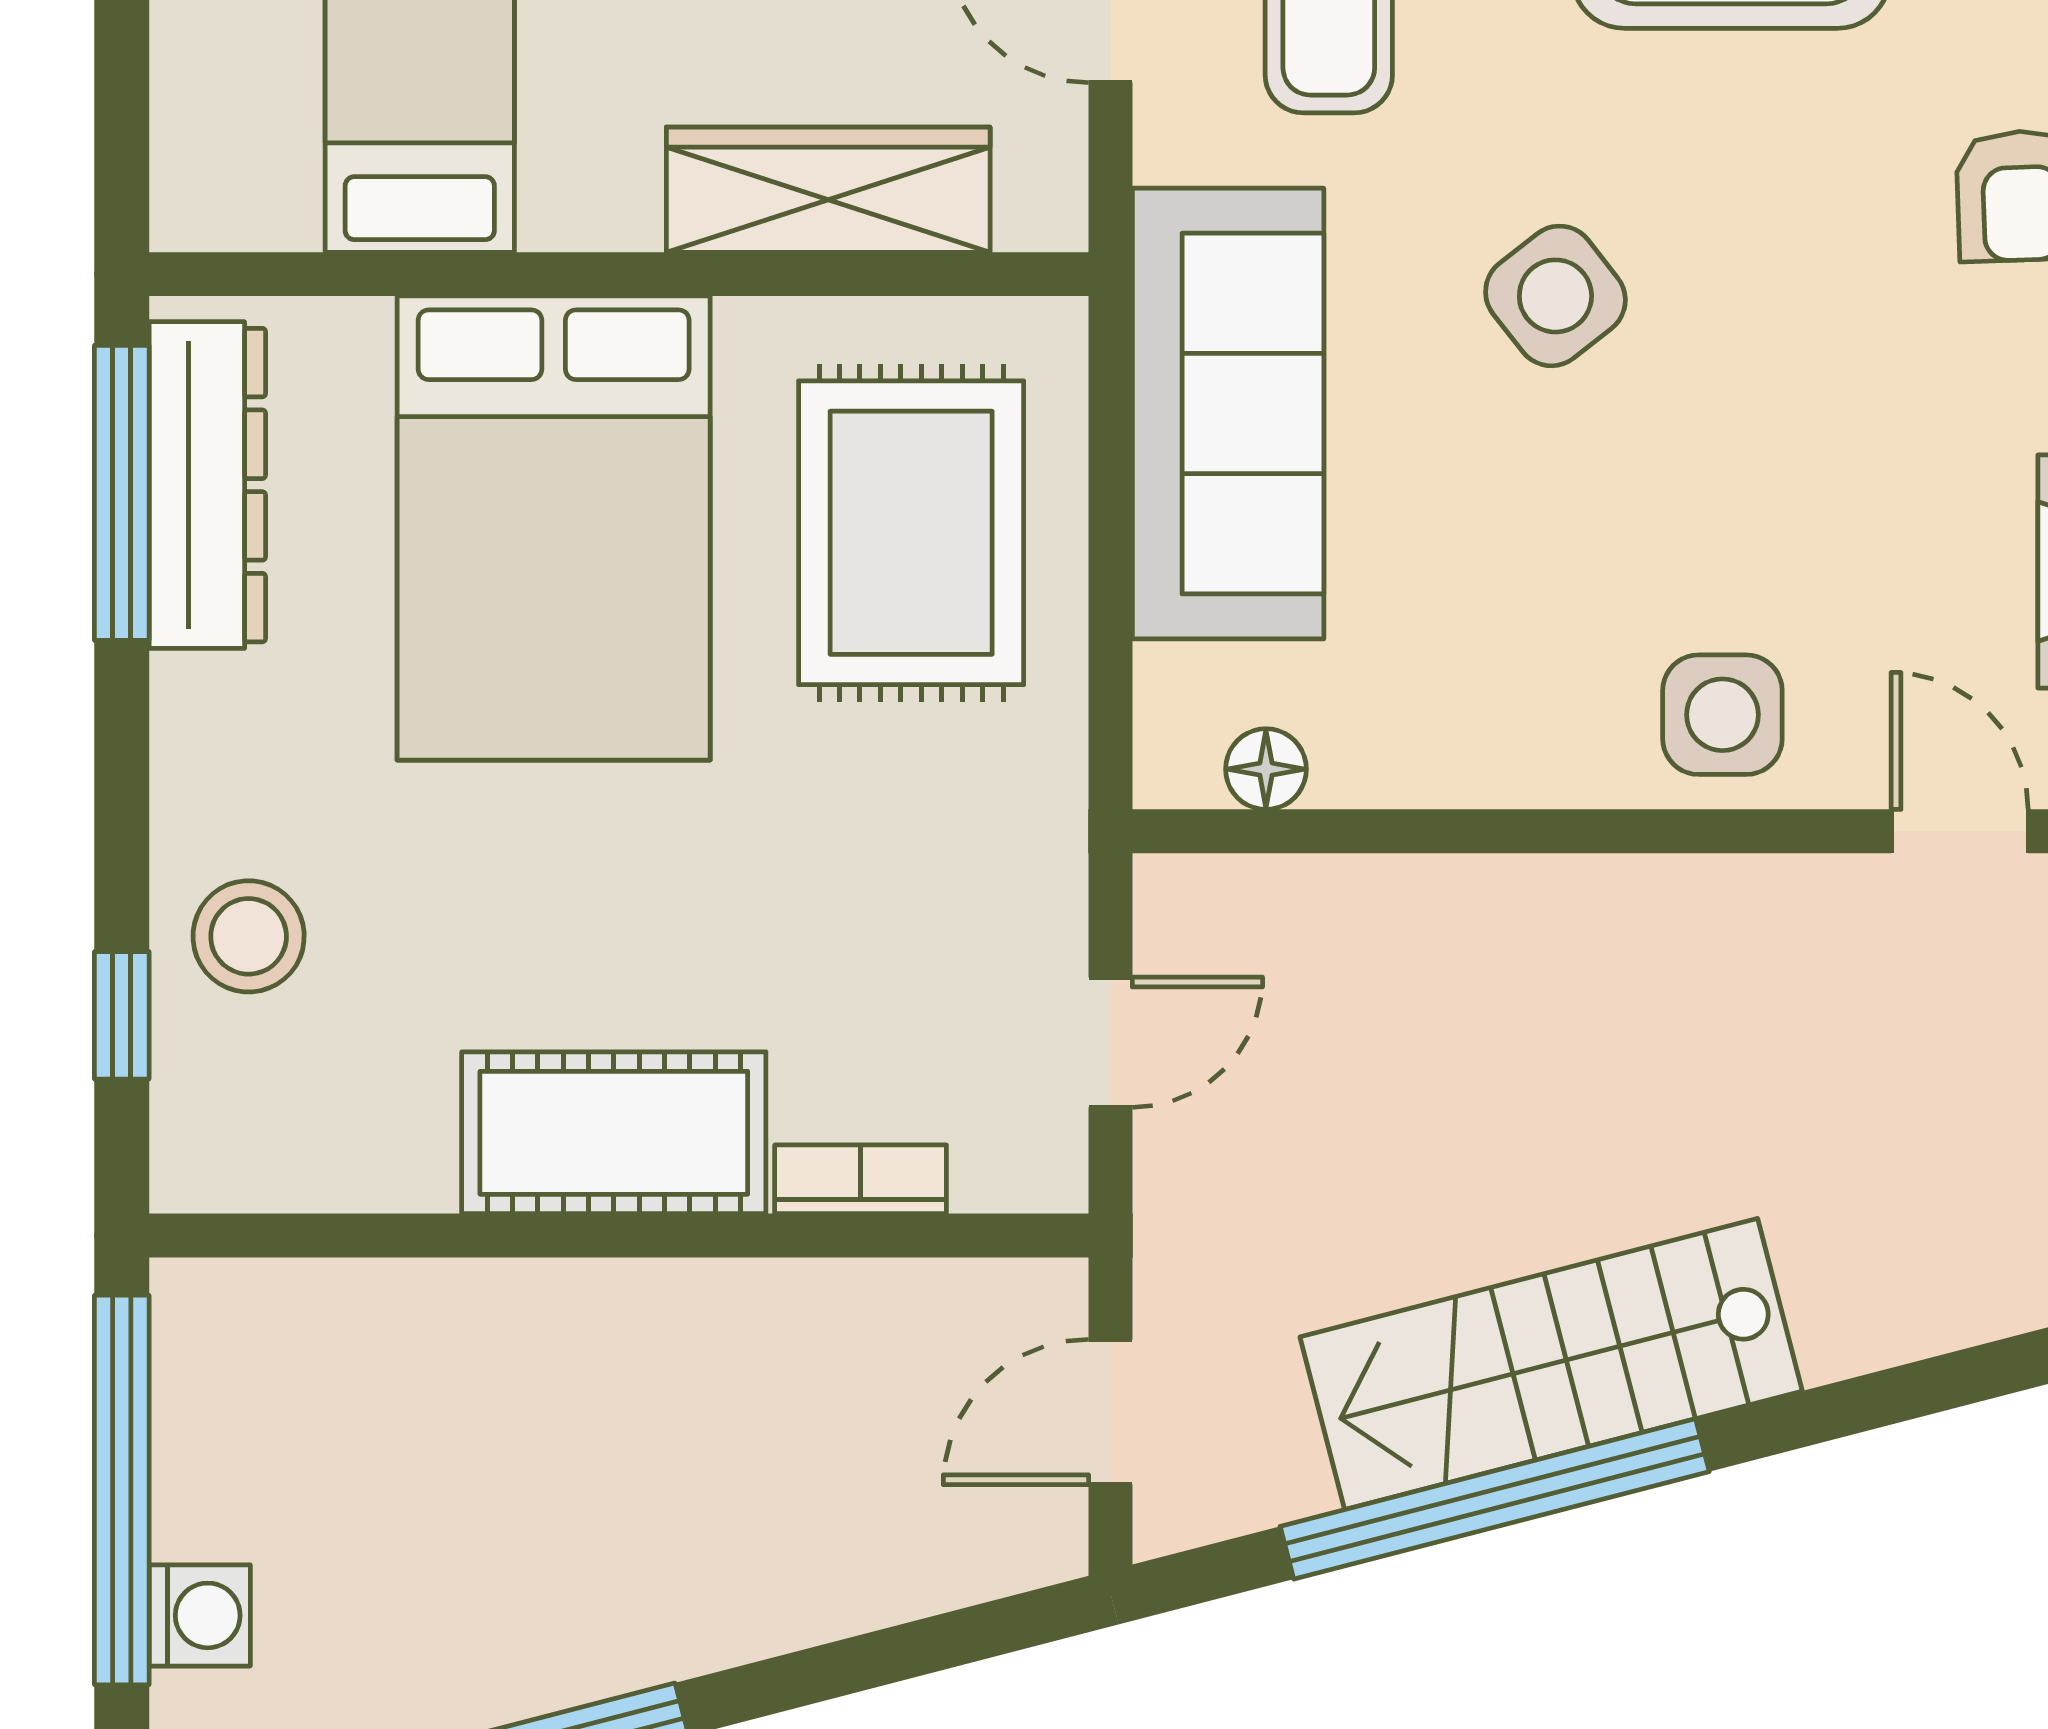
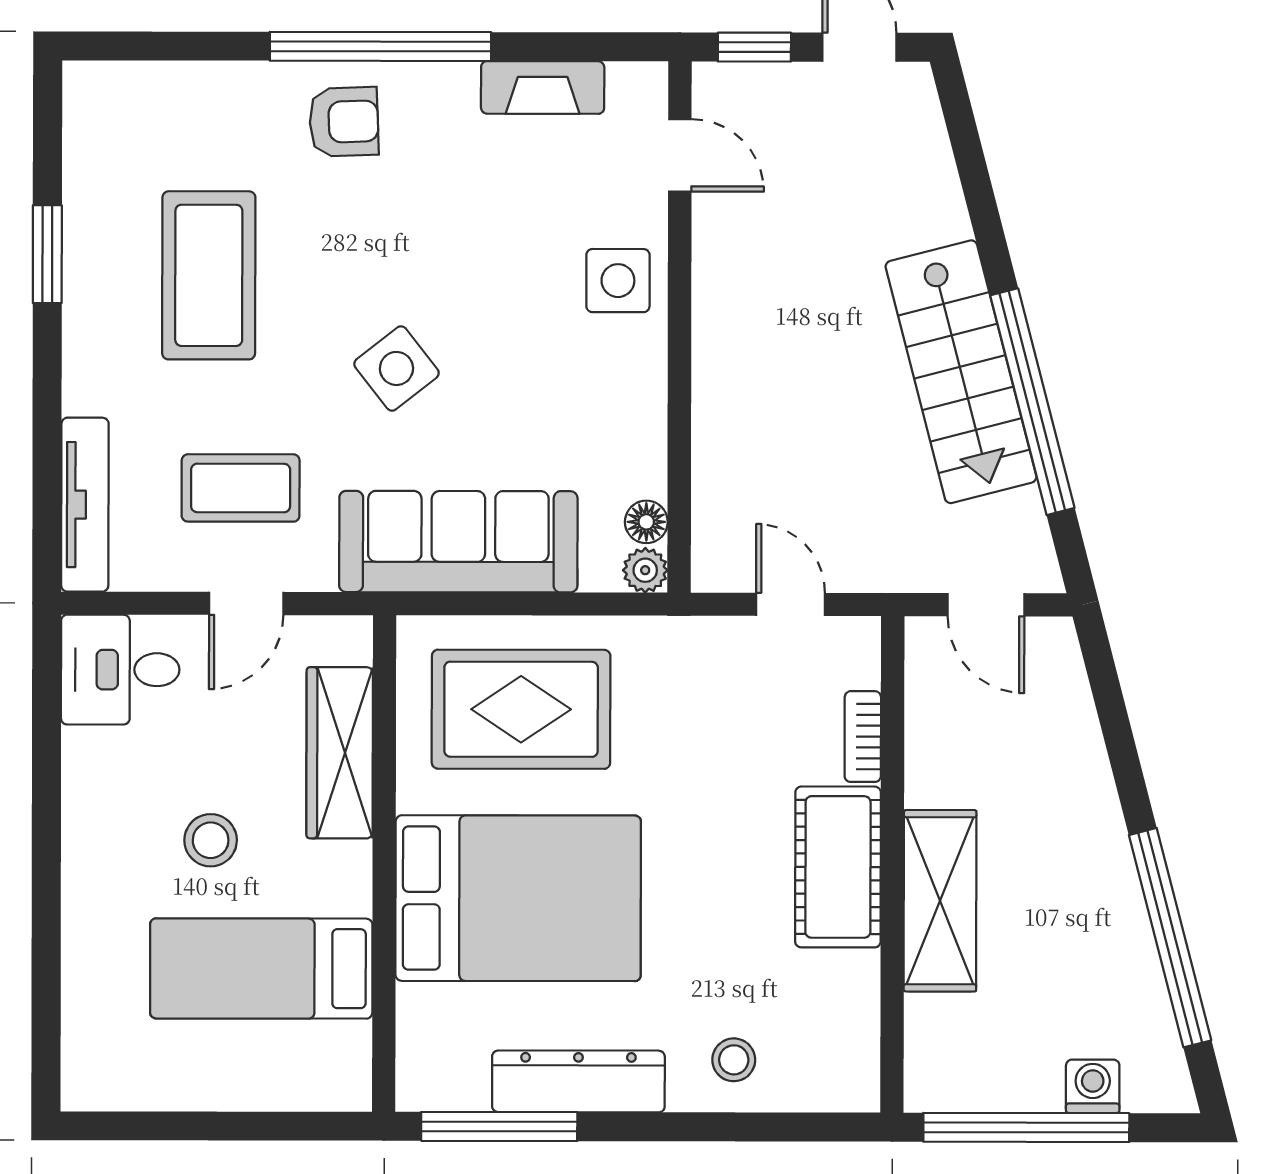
dresser: (207, 485) -> (578, 1081), moved
plant: (1175, 767) -> (645, 570), added
door: (1960, 831) -> (680, 155), swing flipped
stool: (249, 936) -> (734, 1060), width x0.73, depth x0.73
window: (122, 1015) -> (775, 1127), removed
shelving: (550, 1326) -> (940, 901), added

